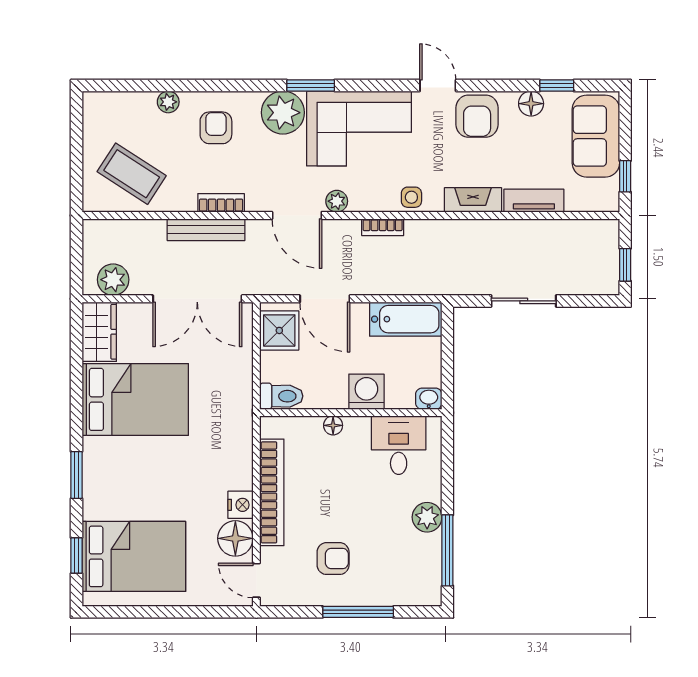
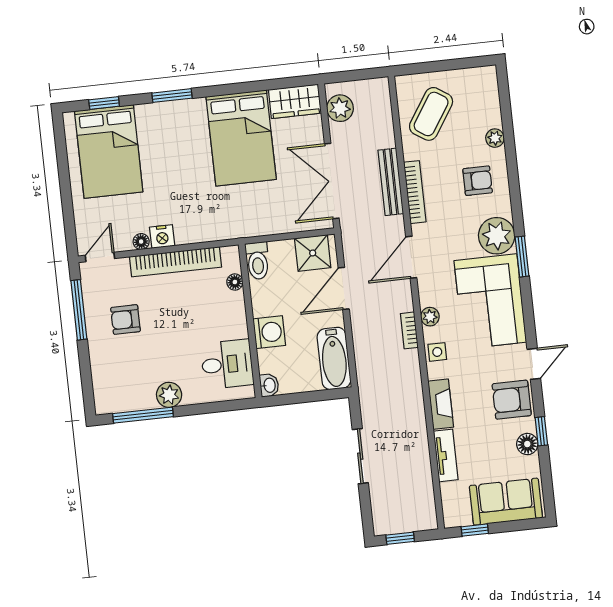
window: (557, 86) -> (541, 431), moved
plant: (337, 201) -> (430, 317), moved
bookcase: (221, 203) -> (415, 192), width x1.56
floor lamp: (333, 425) -> (235, 282), moved
floor lamp: (235, 538) -> (141, 242), width x0.53, depth x0.53
armchair: (333, 559) -> (126, 320), turned 90
window: (358, 612) -> (79, 310), moved

